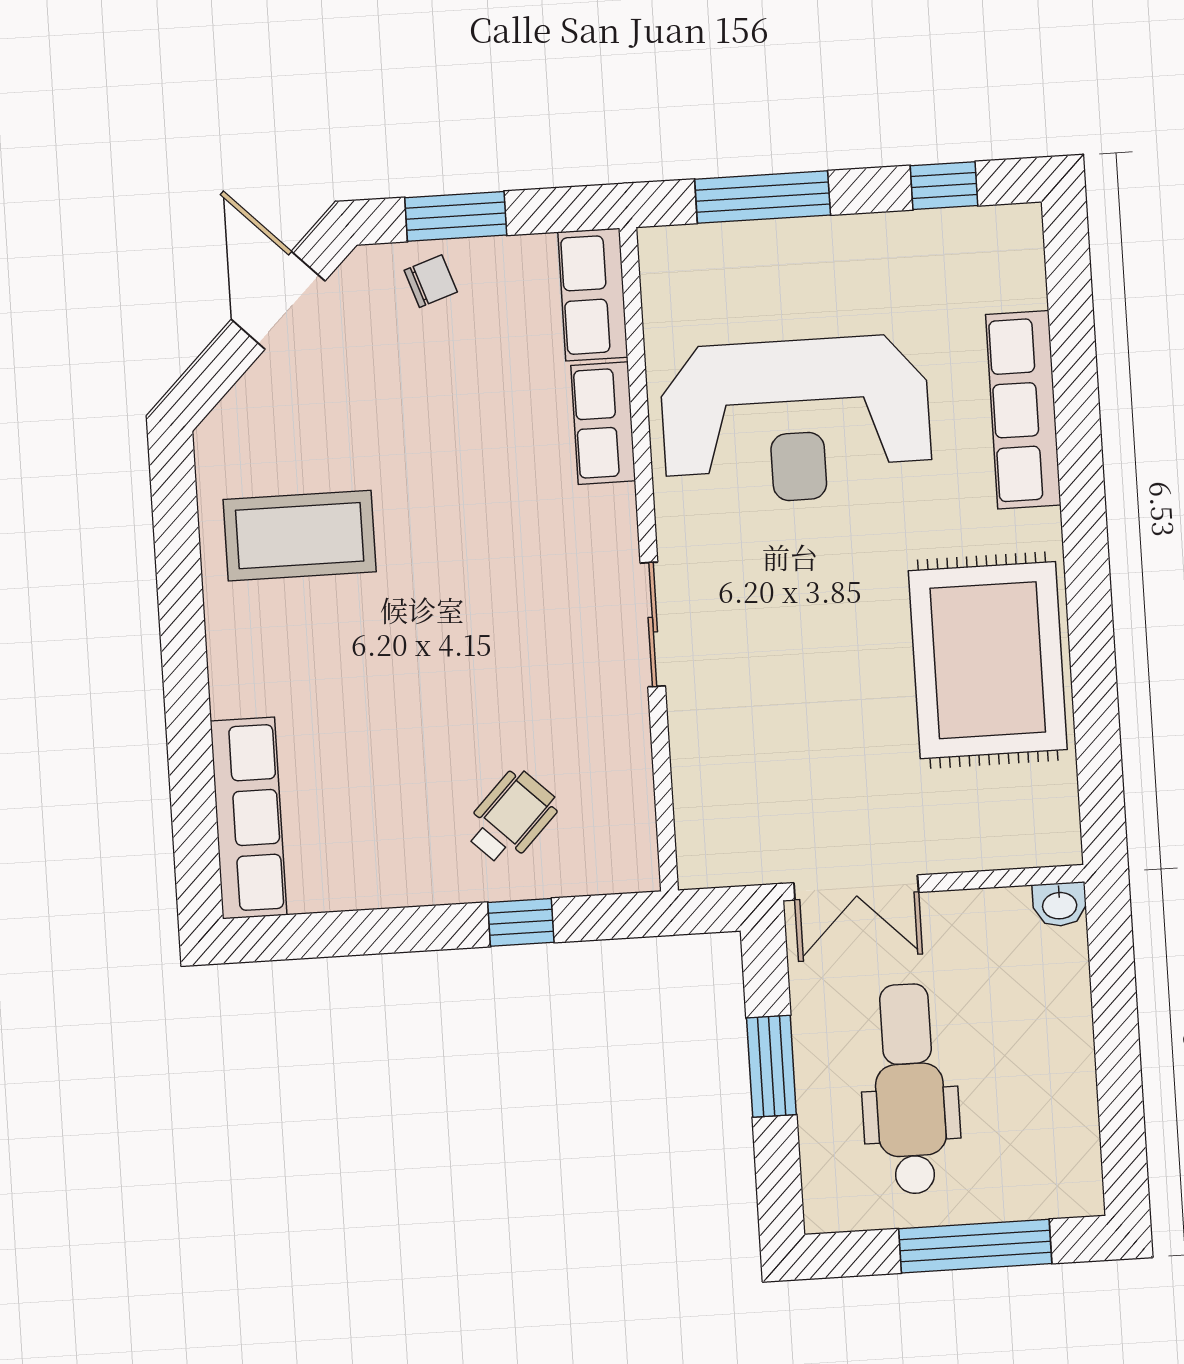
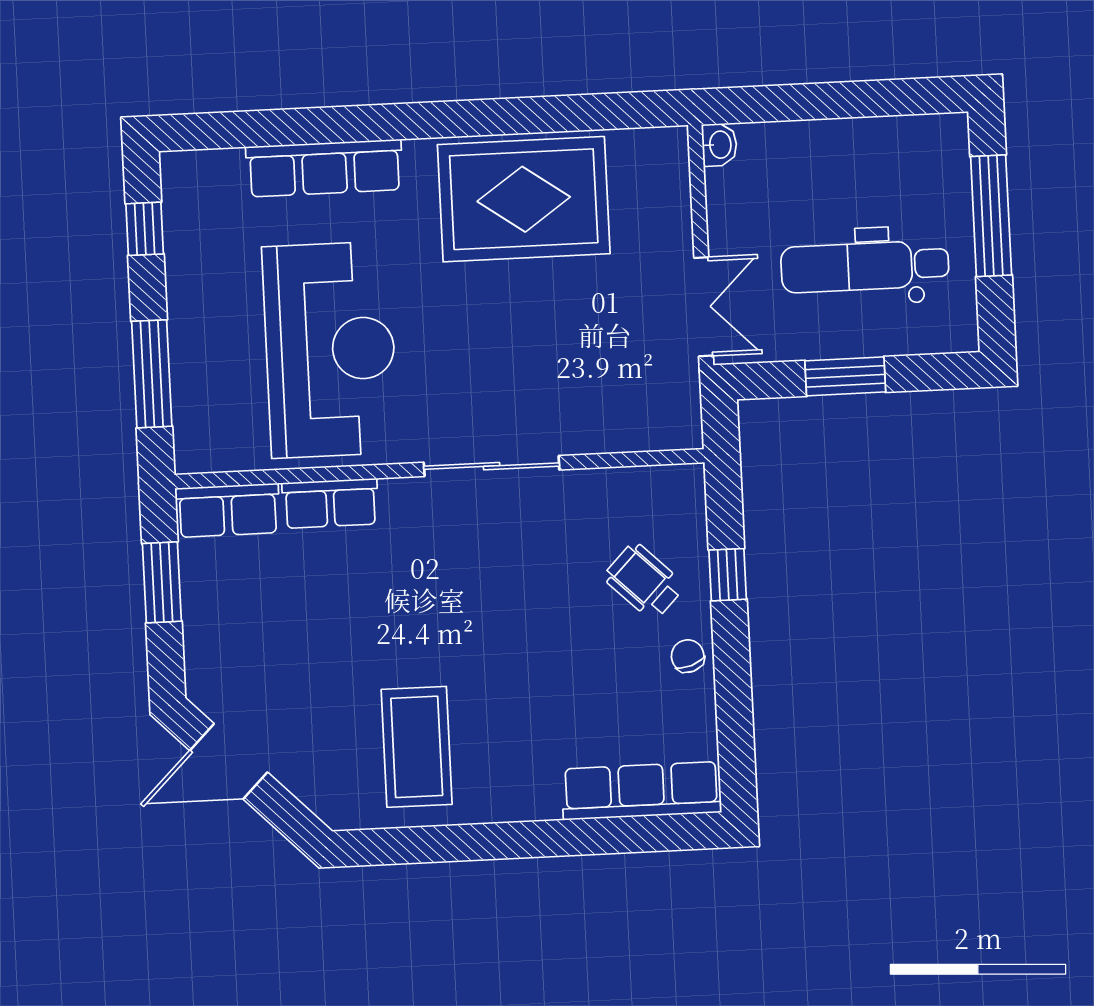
window: (456, 216) -> (162, 582), moved
chair: (431, 281) -> (688, 656), moved
sliding door: (653, 625) -> (492, 466), width x1.37

